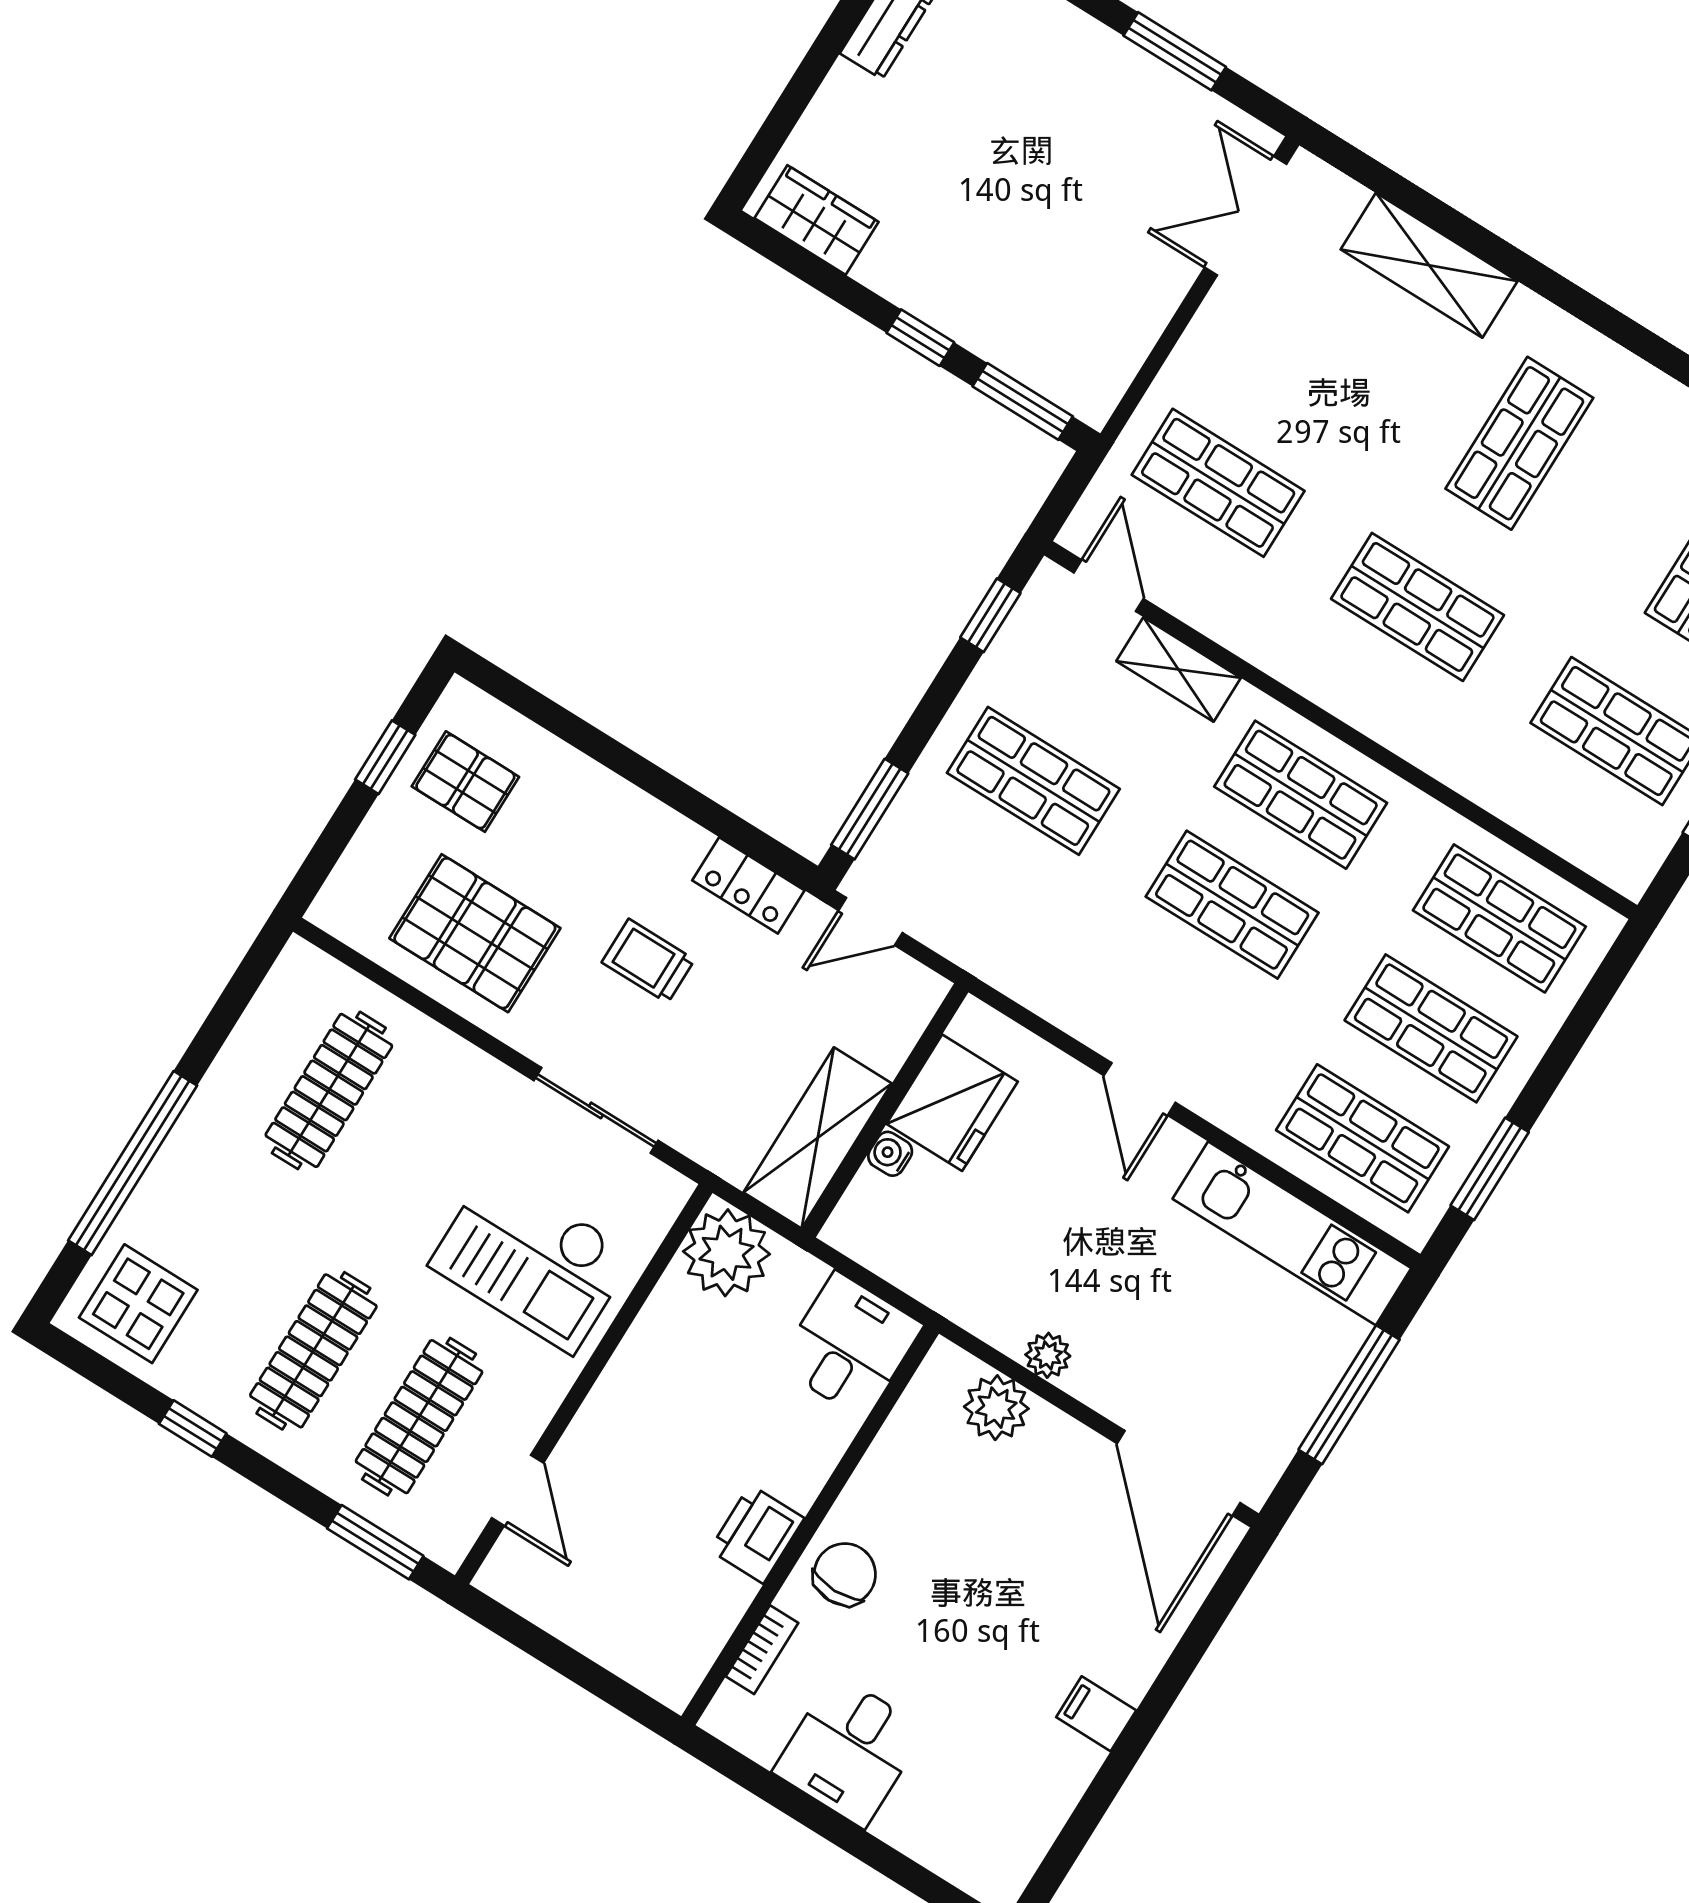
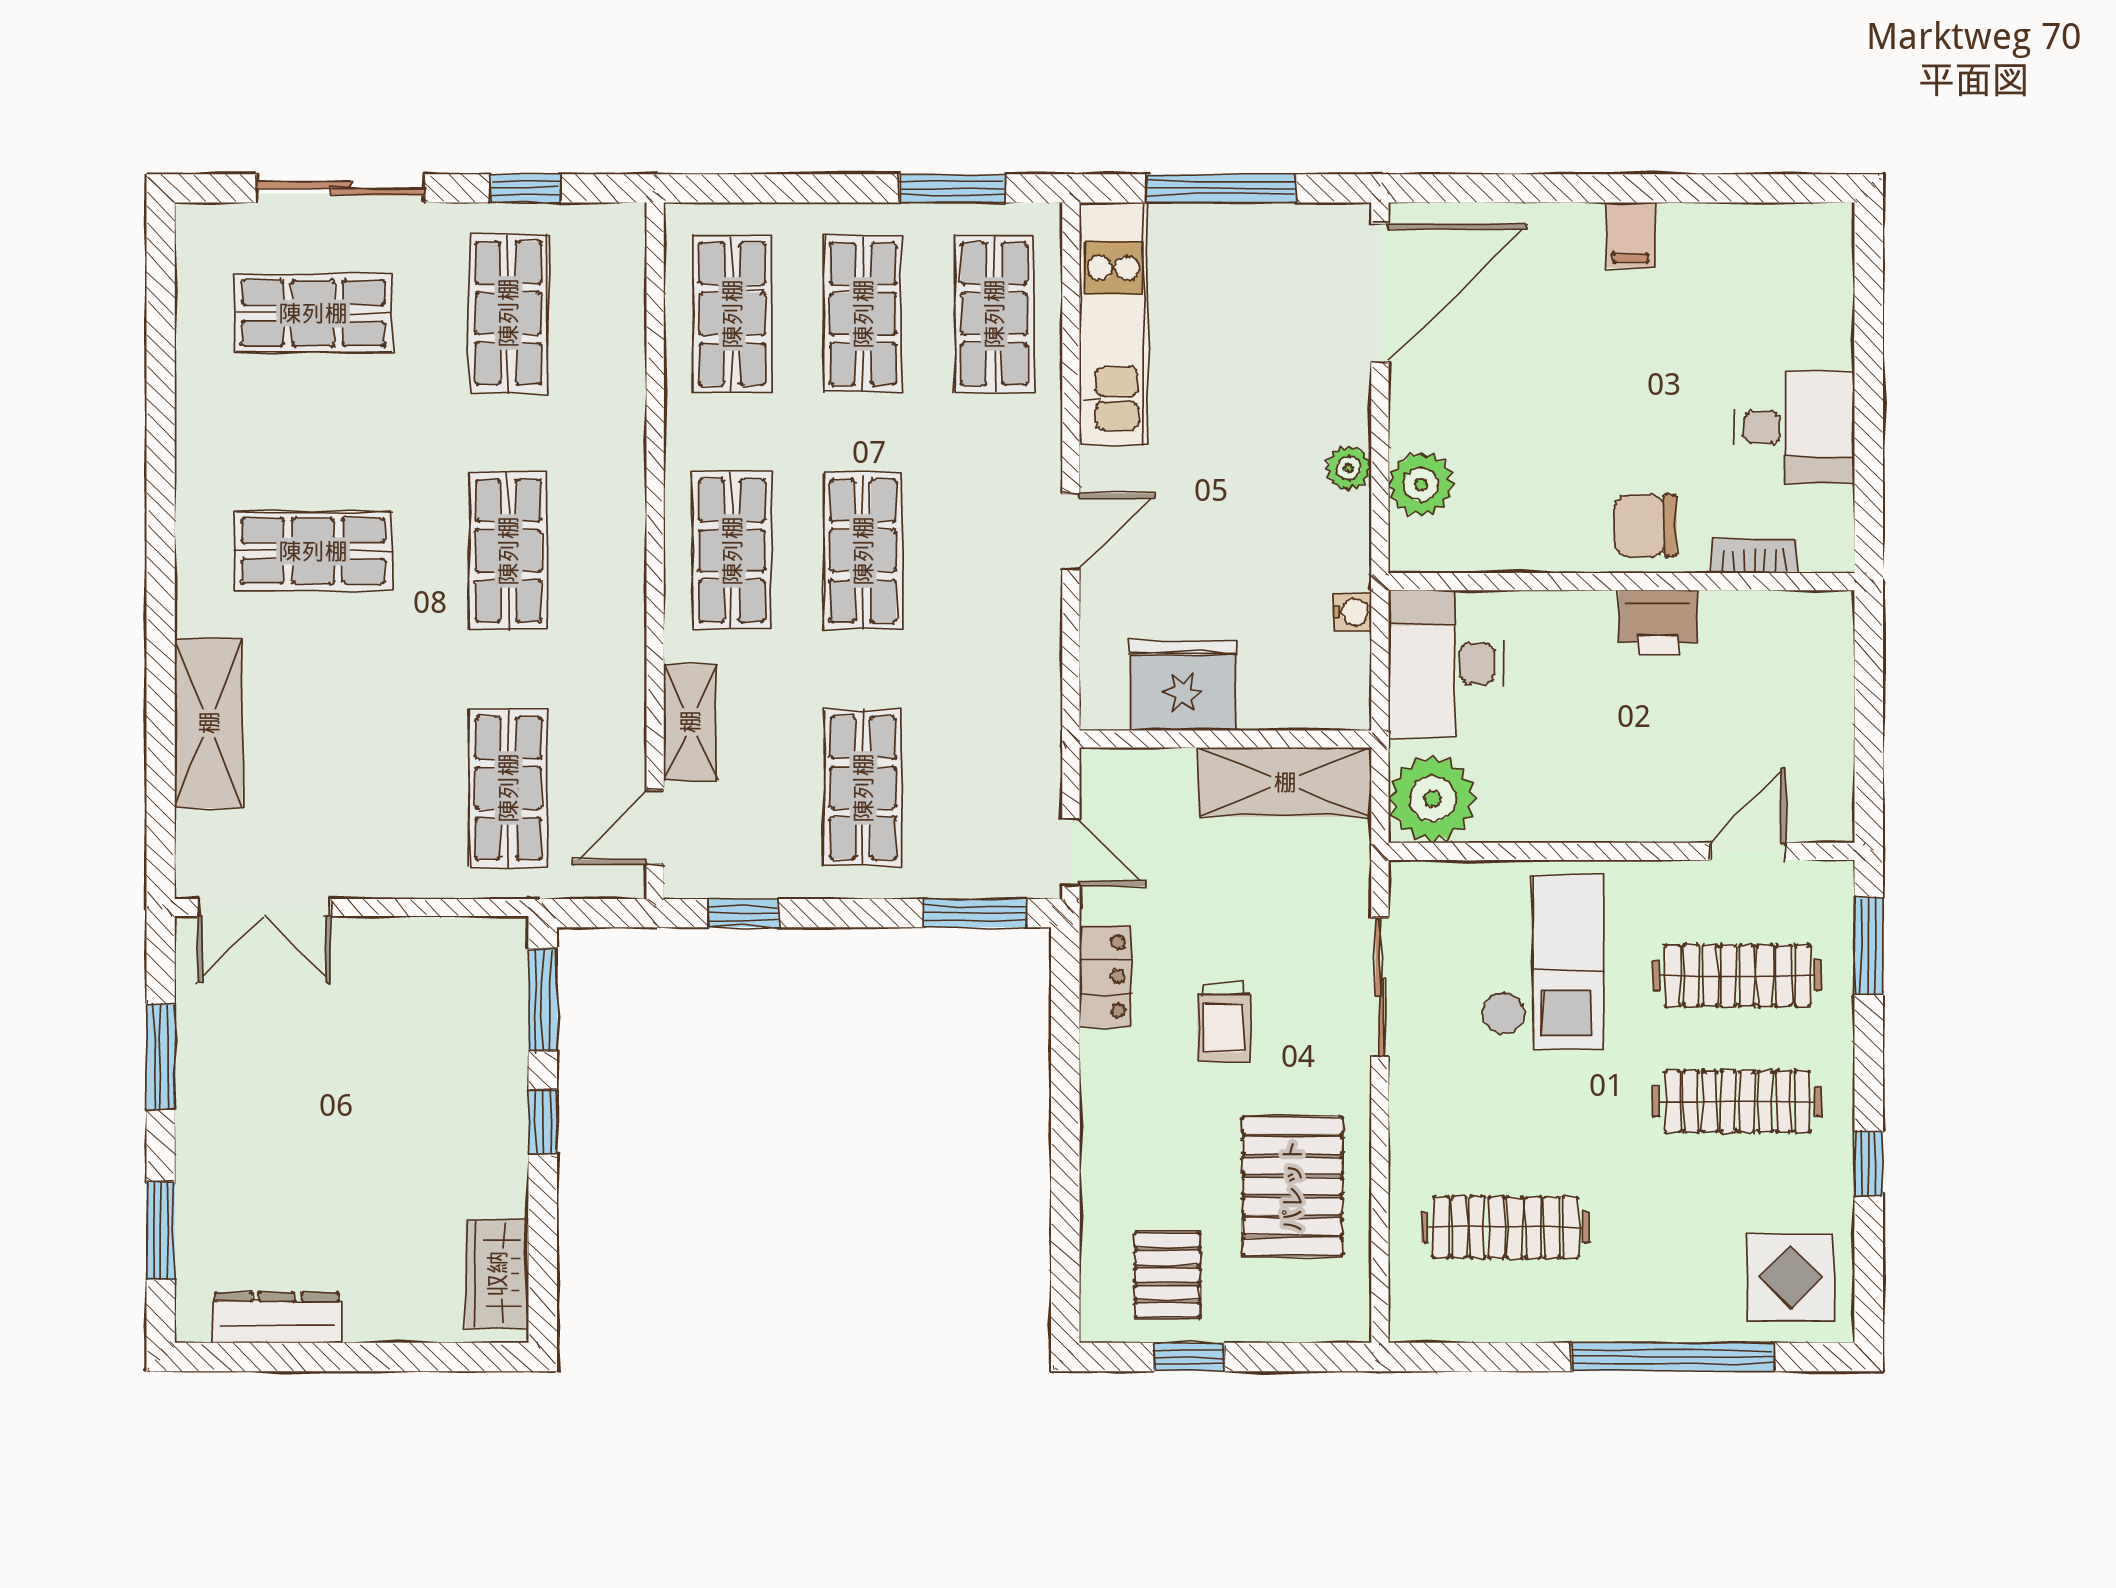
water cooler: (890, 1154) -> (1352, 612), moved, turned -90
desk: (850, 1345) -> (1446, 664), width x1.37

